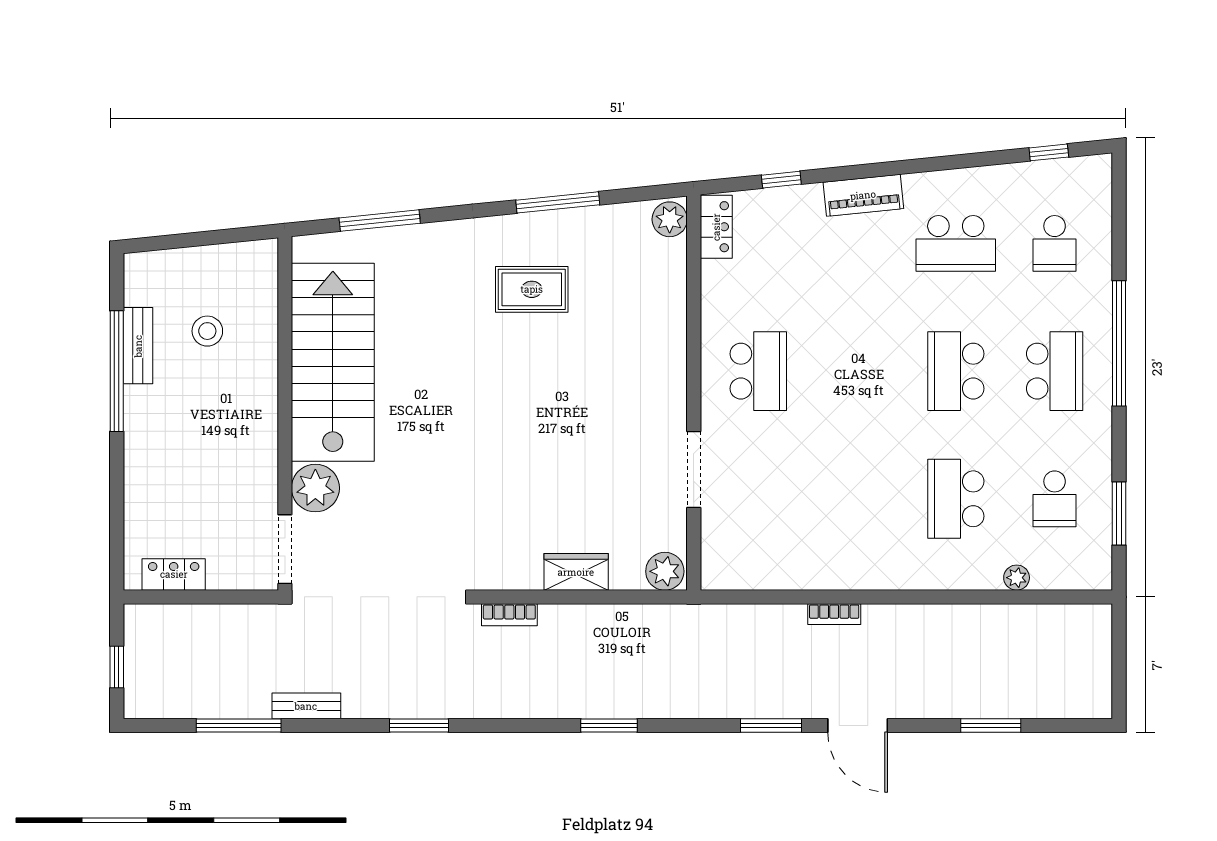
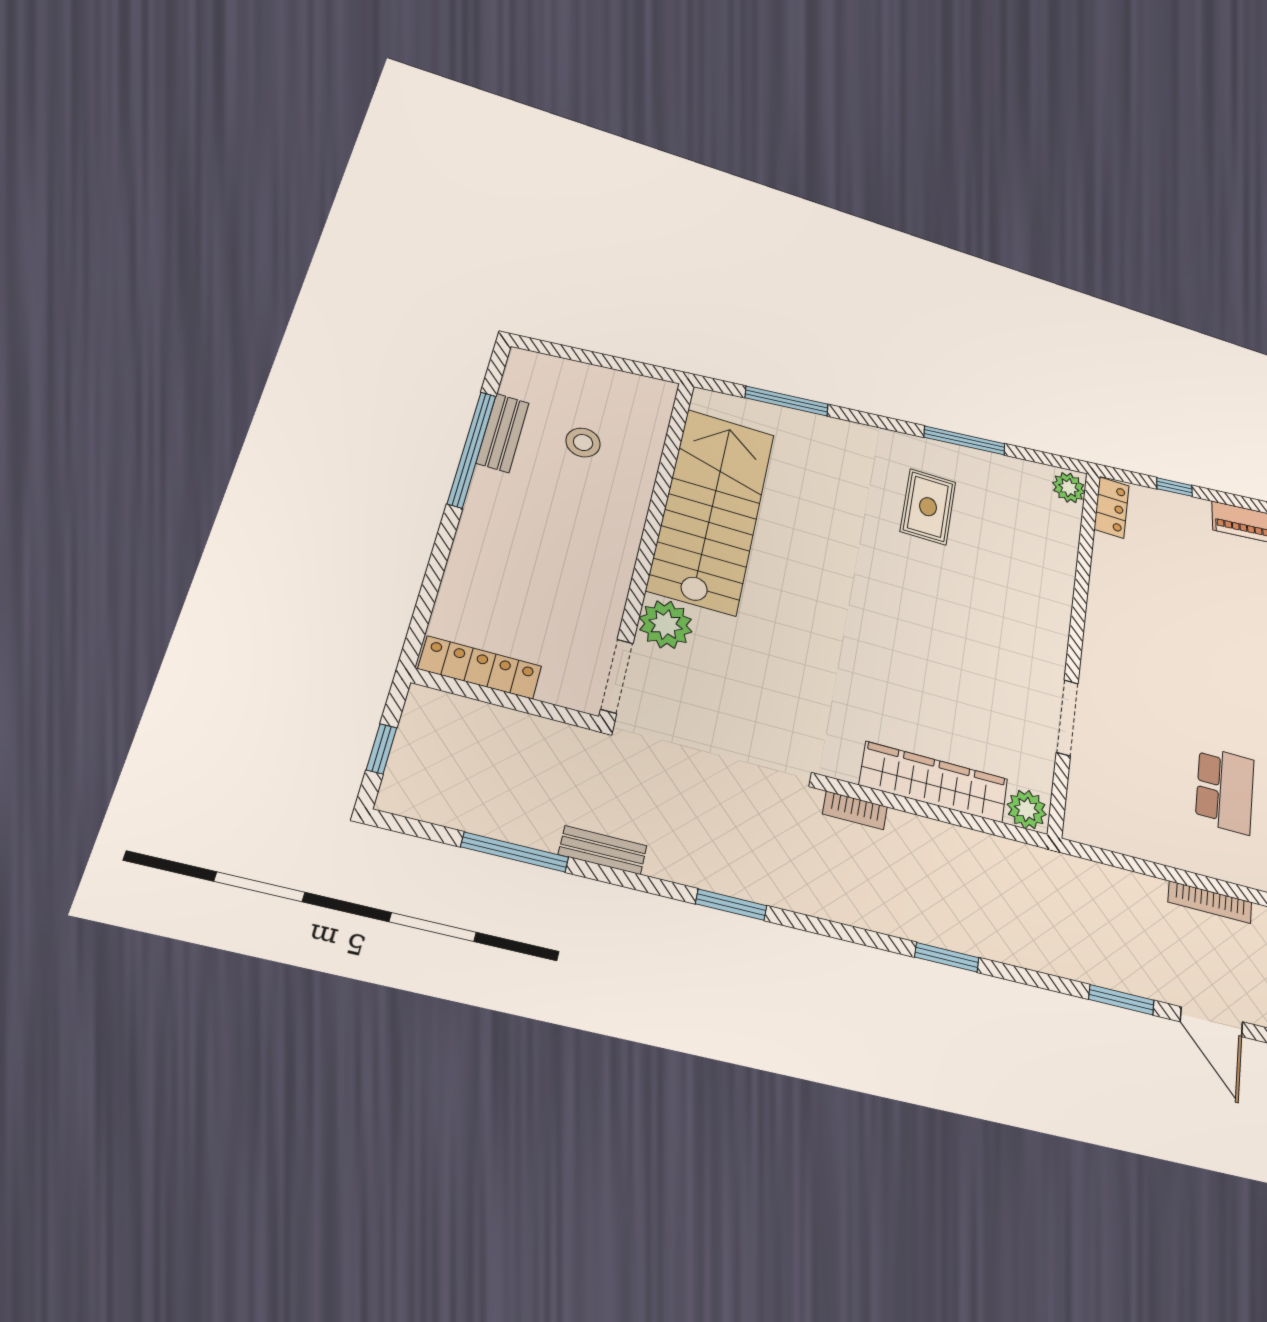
rug: (532, 289) -> (928, 507), turned 90
school desk: (758, 371) -> (1225, 790), moved
wardrobe: (576, 572) -> (934, 782), width x2.10, depth x1.17
locker: (174, 574) -> (480, 668), width x1.53
bookcase: (834, 614) -> (1210, 902), width x1.56

